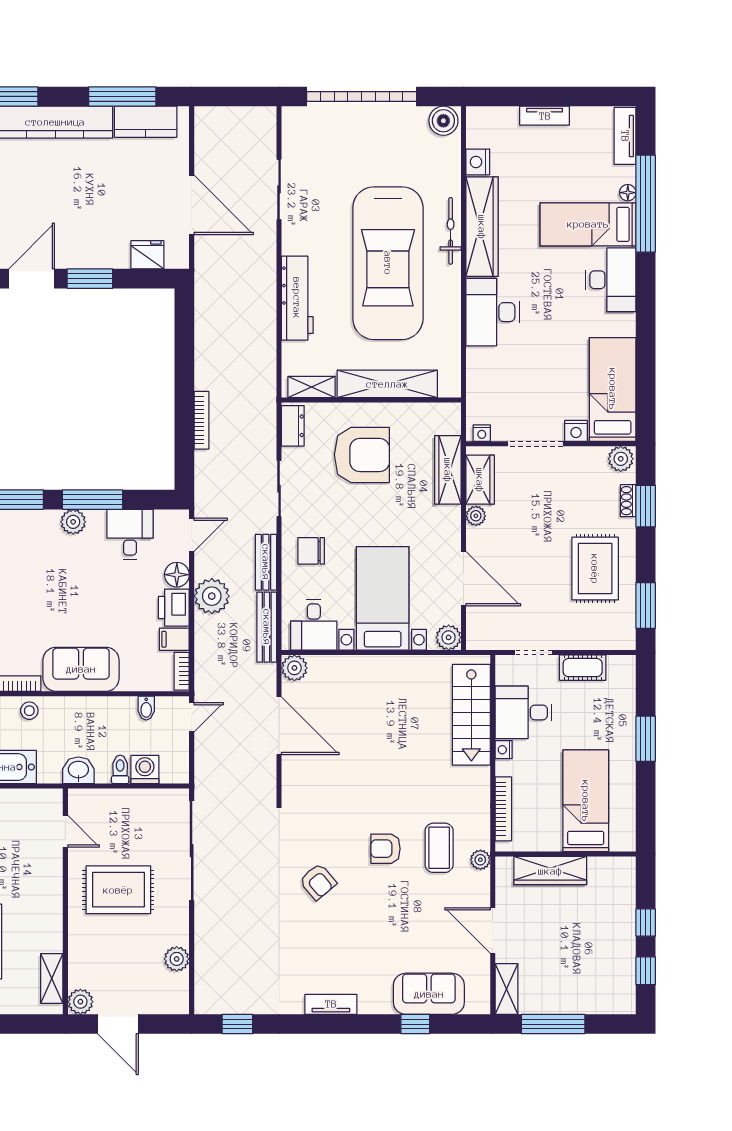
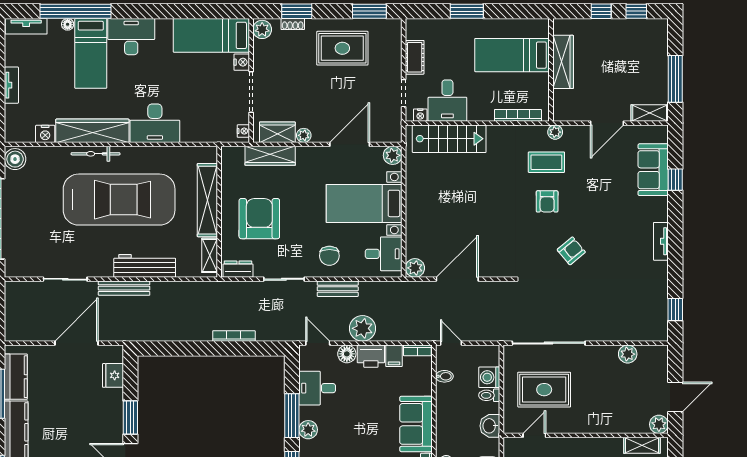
bench: (267, 627) -> (124, 288), moved
nightstand: (504, 750) -> (420, 115), moved
wardrobe: (550, 871) -> (563, 62), moved
rug: (118, 890) -> (544, 390), moved, turned 90

